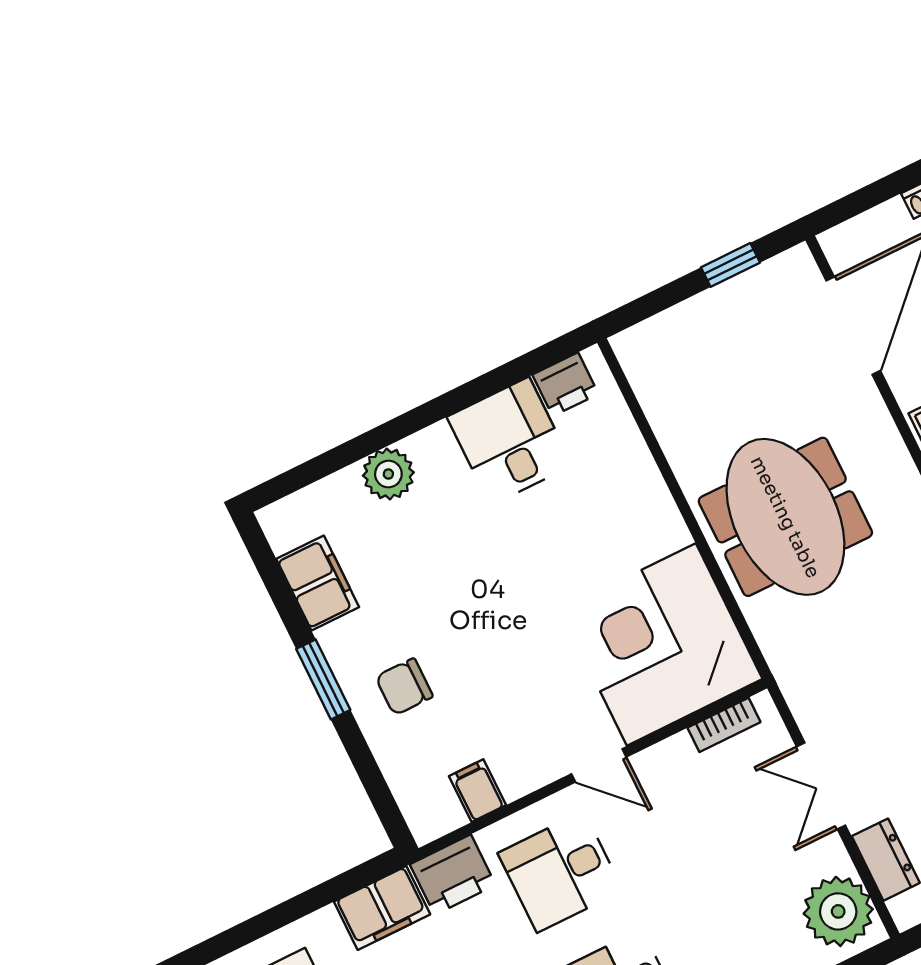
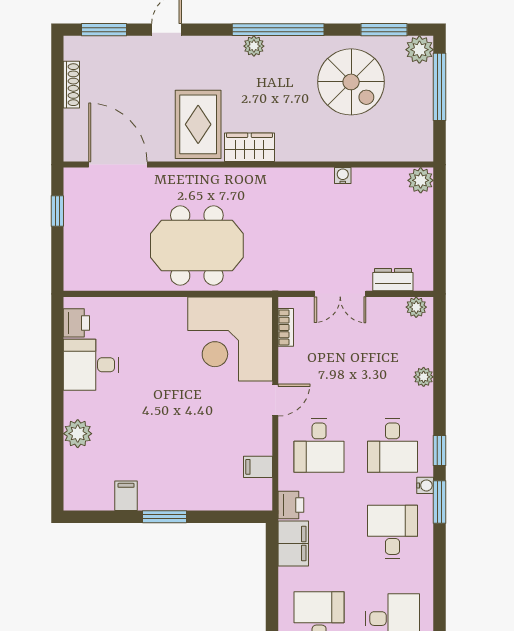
filing cabinet: (318, 583) -> (126, 496), width x0.50
chair: (404, 687) -> (188, 478), removed
printer: (453, 875) -> (291, 505), width x0.73, depth x0.81
plant: (838, 911) -> (416, 307), width x0.53, depth x0.53

